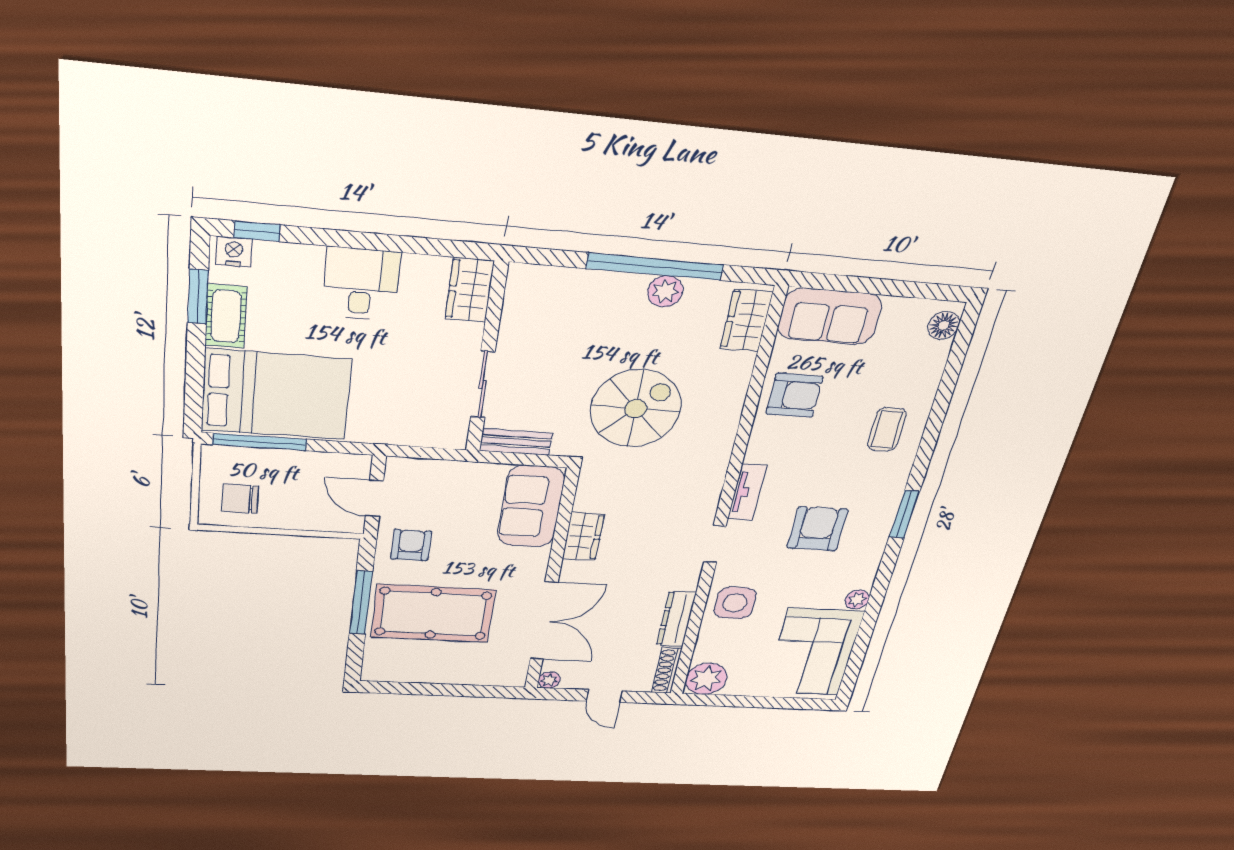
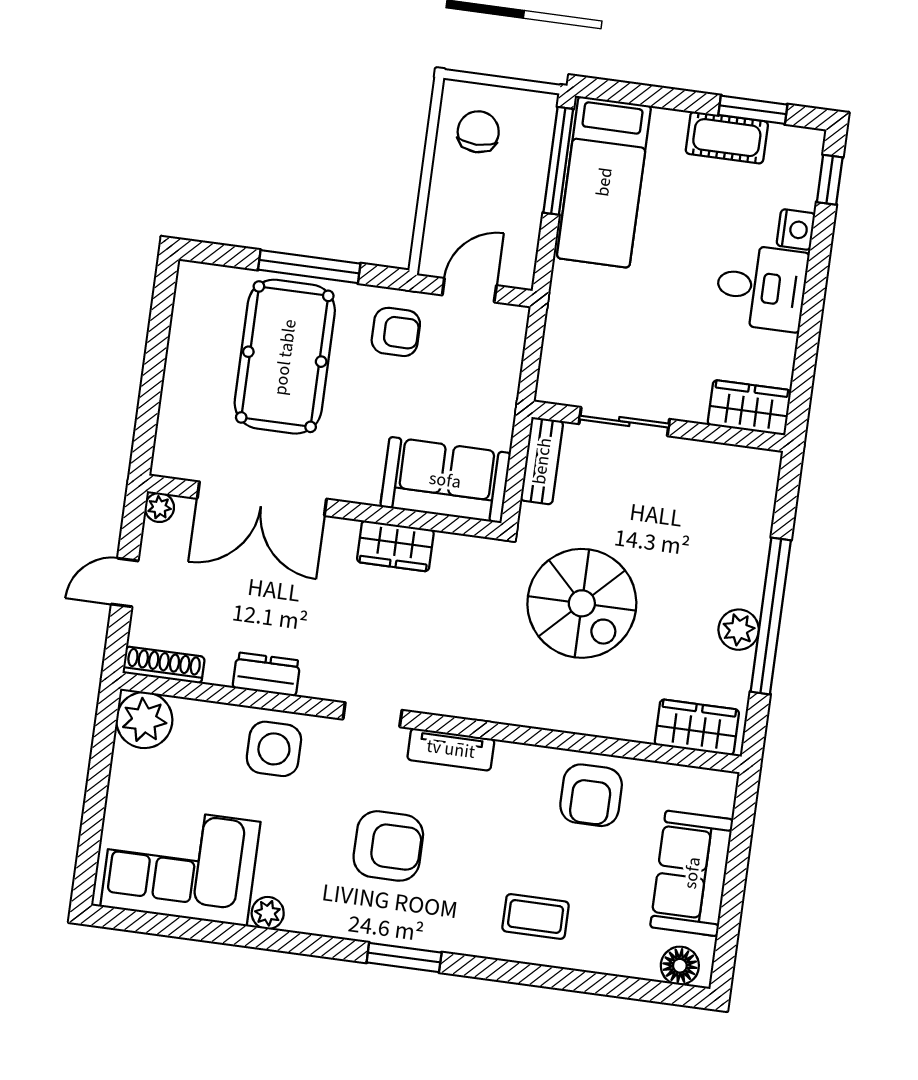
nightstand: (234, 252) -> (796, 230), moved
sofa: (830, 316) -> (692, 873), moved
bed: (276, 395) -> (604, 182), width x0.67
dresser: (676, 619) -> (266, 674), width x0.70

